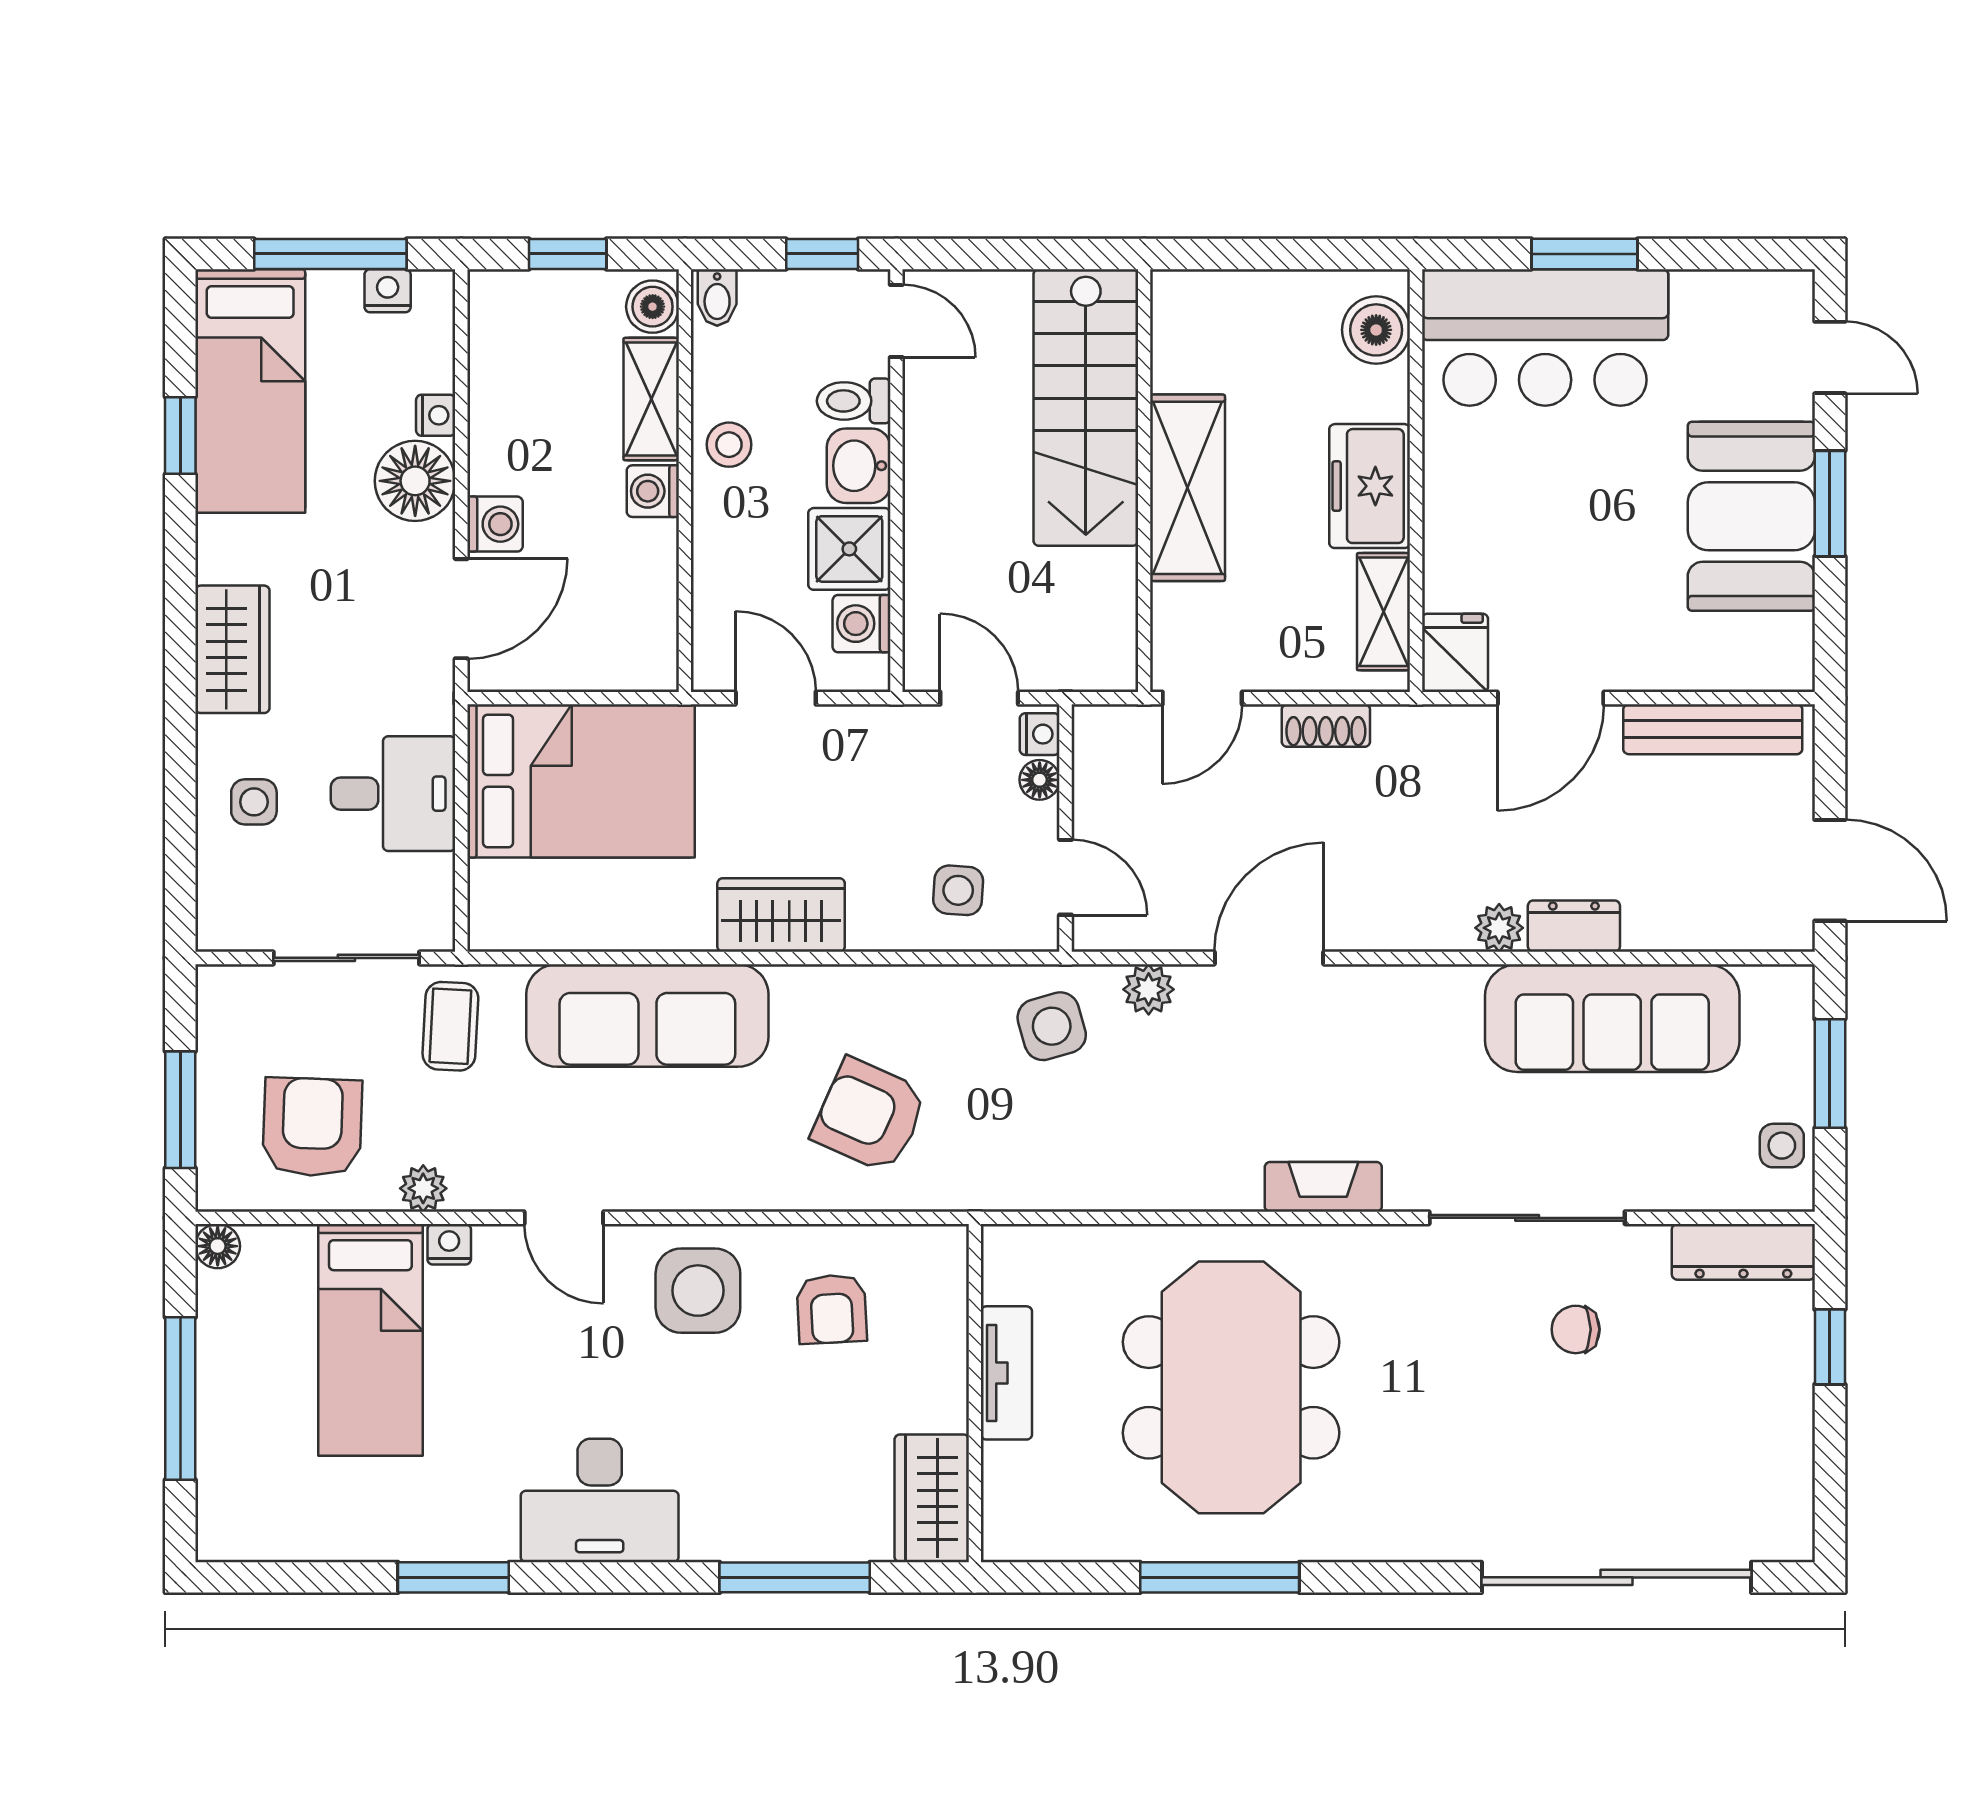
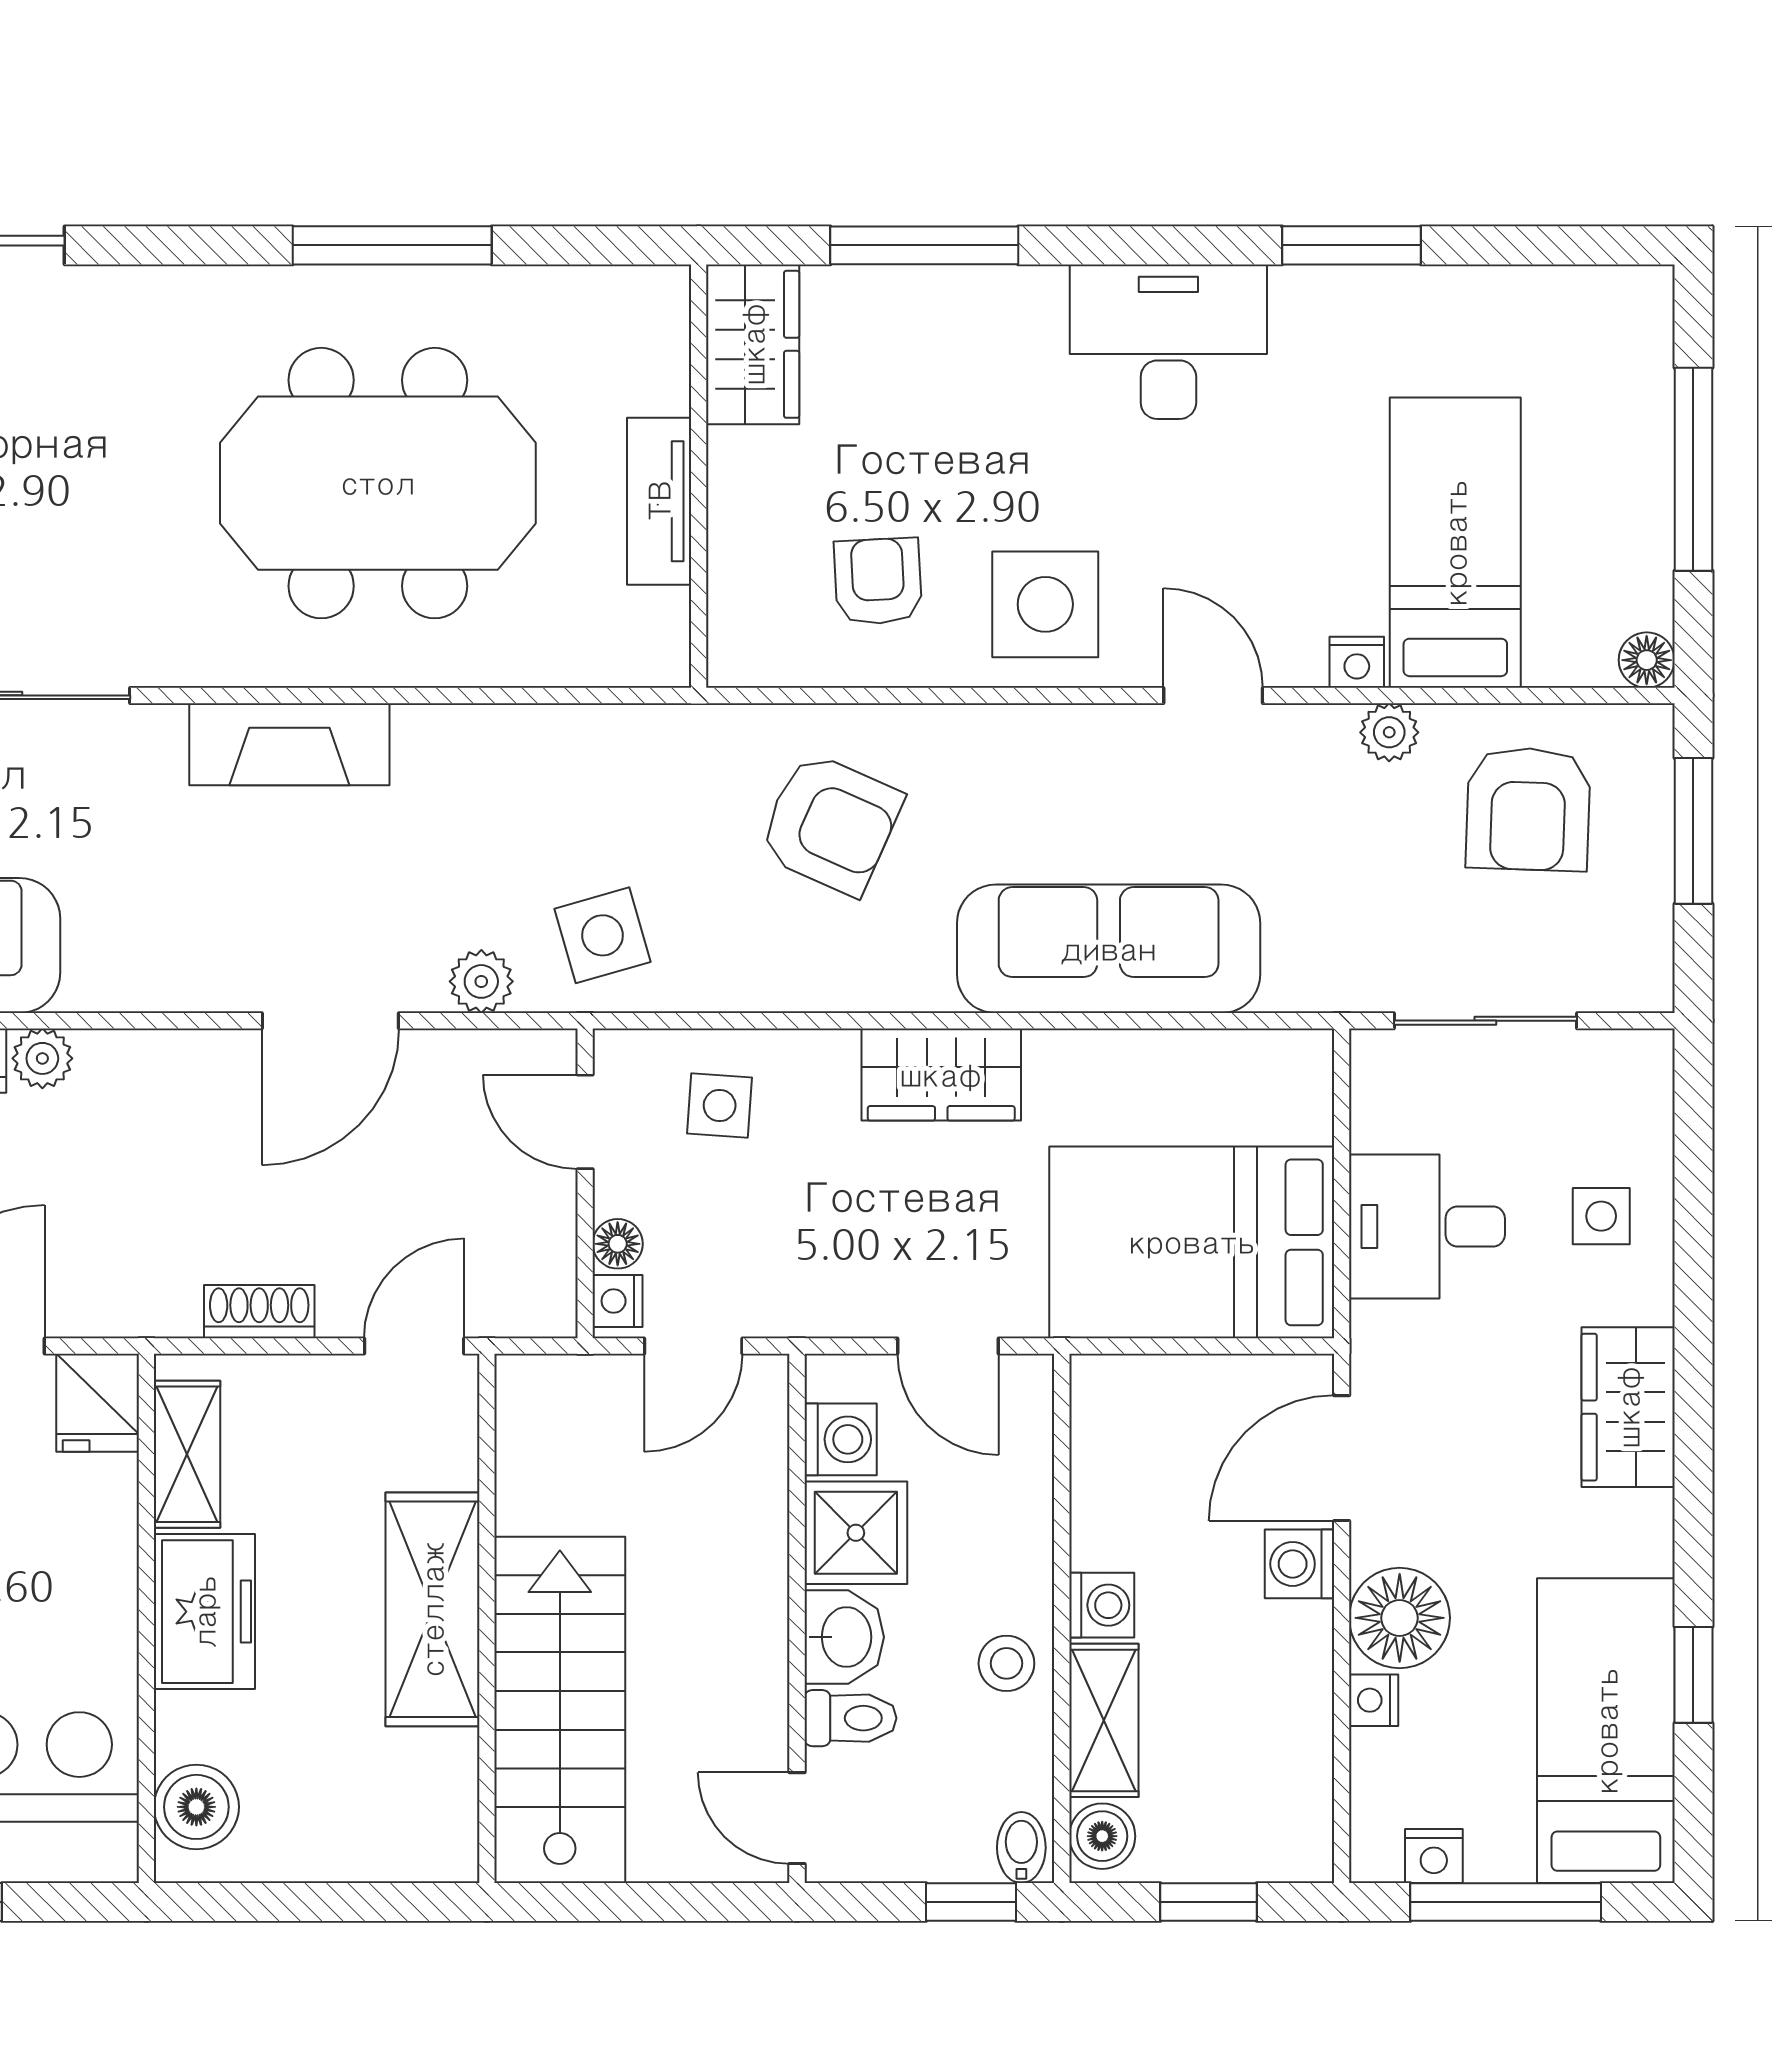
window: (822, 254) -> (971, 1902), moved
door: (979, 698) -> (693, 1346), hinge flipped
coffee table: (450, 1026) -> (1355, 935), removed
fireplace: (1323, 1187) -> (289, 744), width x1.37, depth x1.32
meeting table: (1231, 1387) -> (378, 483), turned 90

